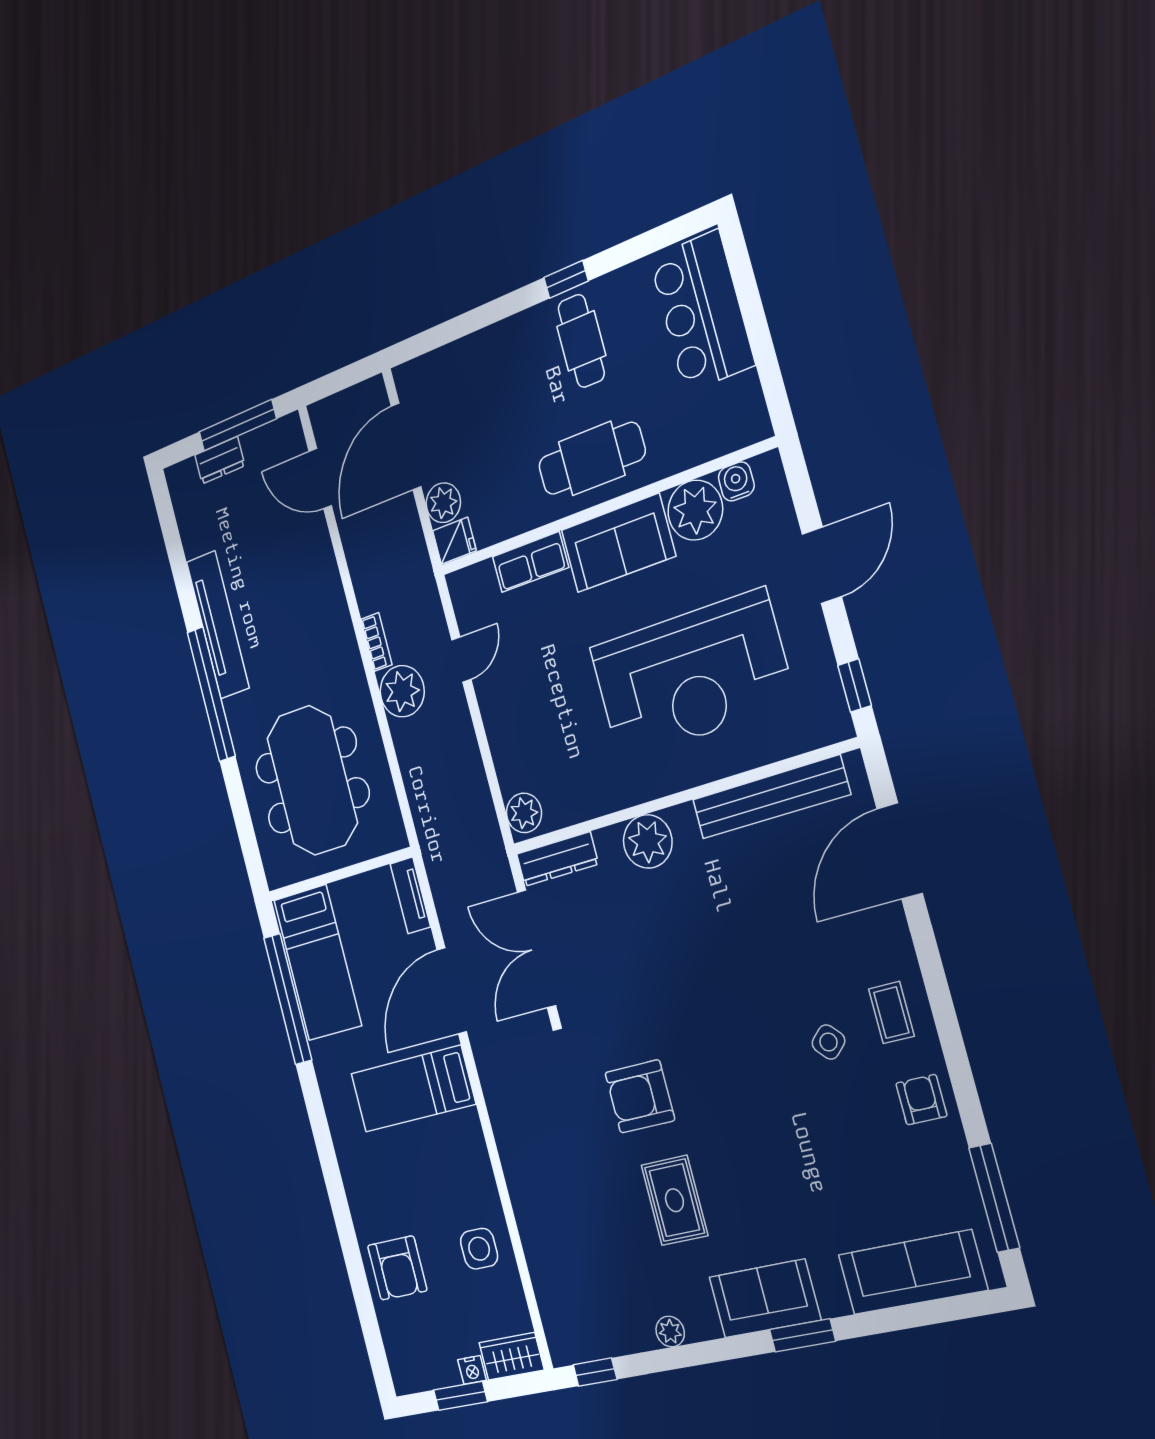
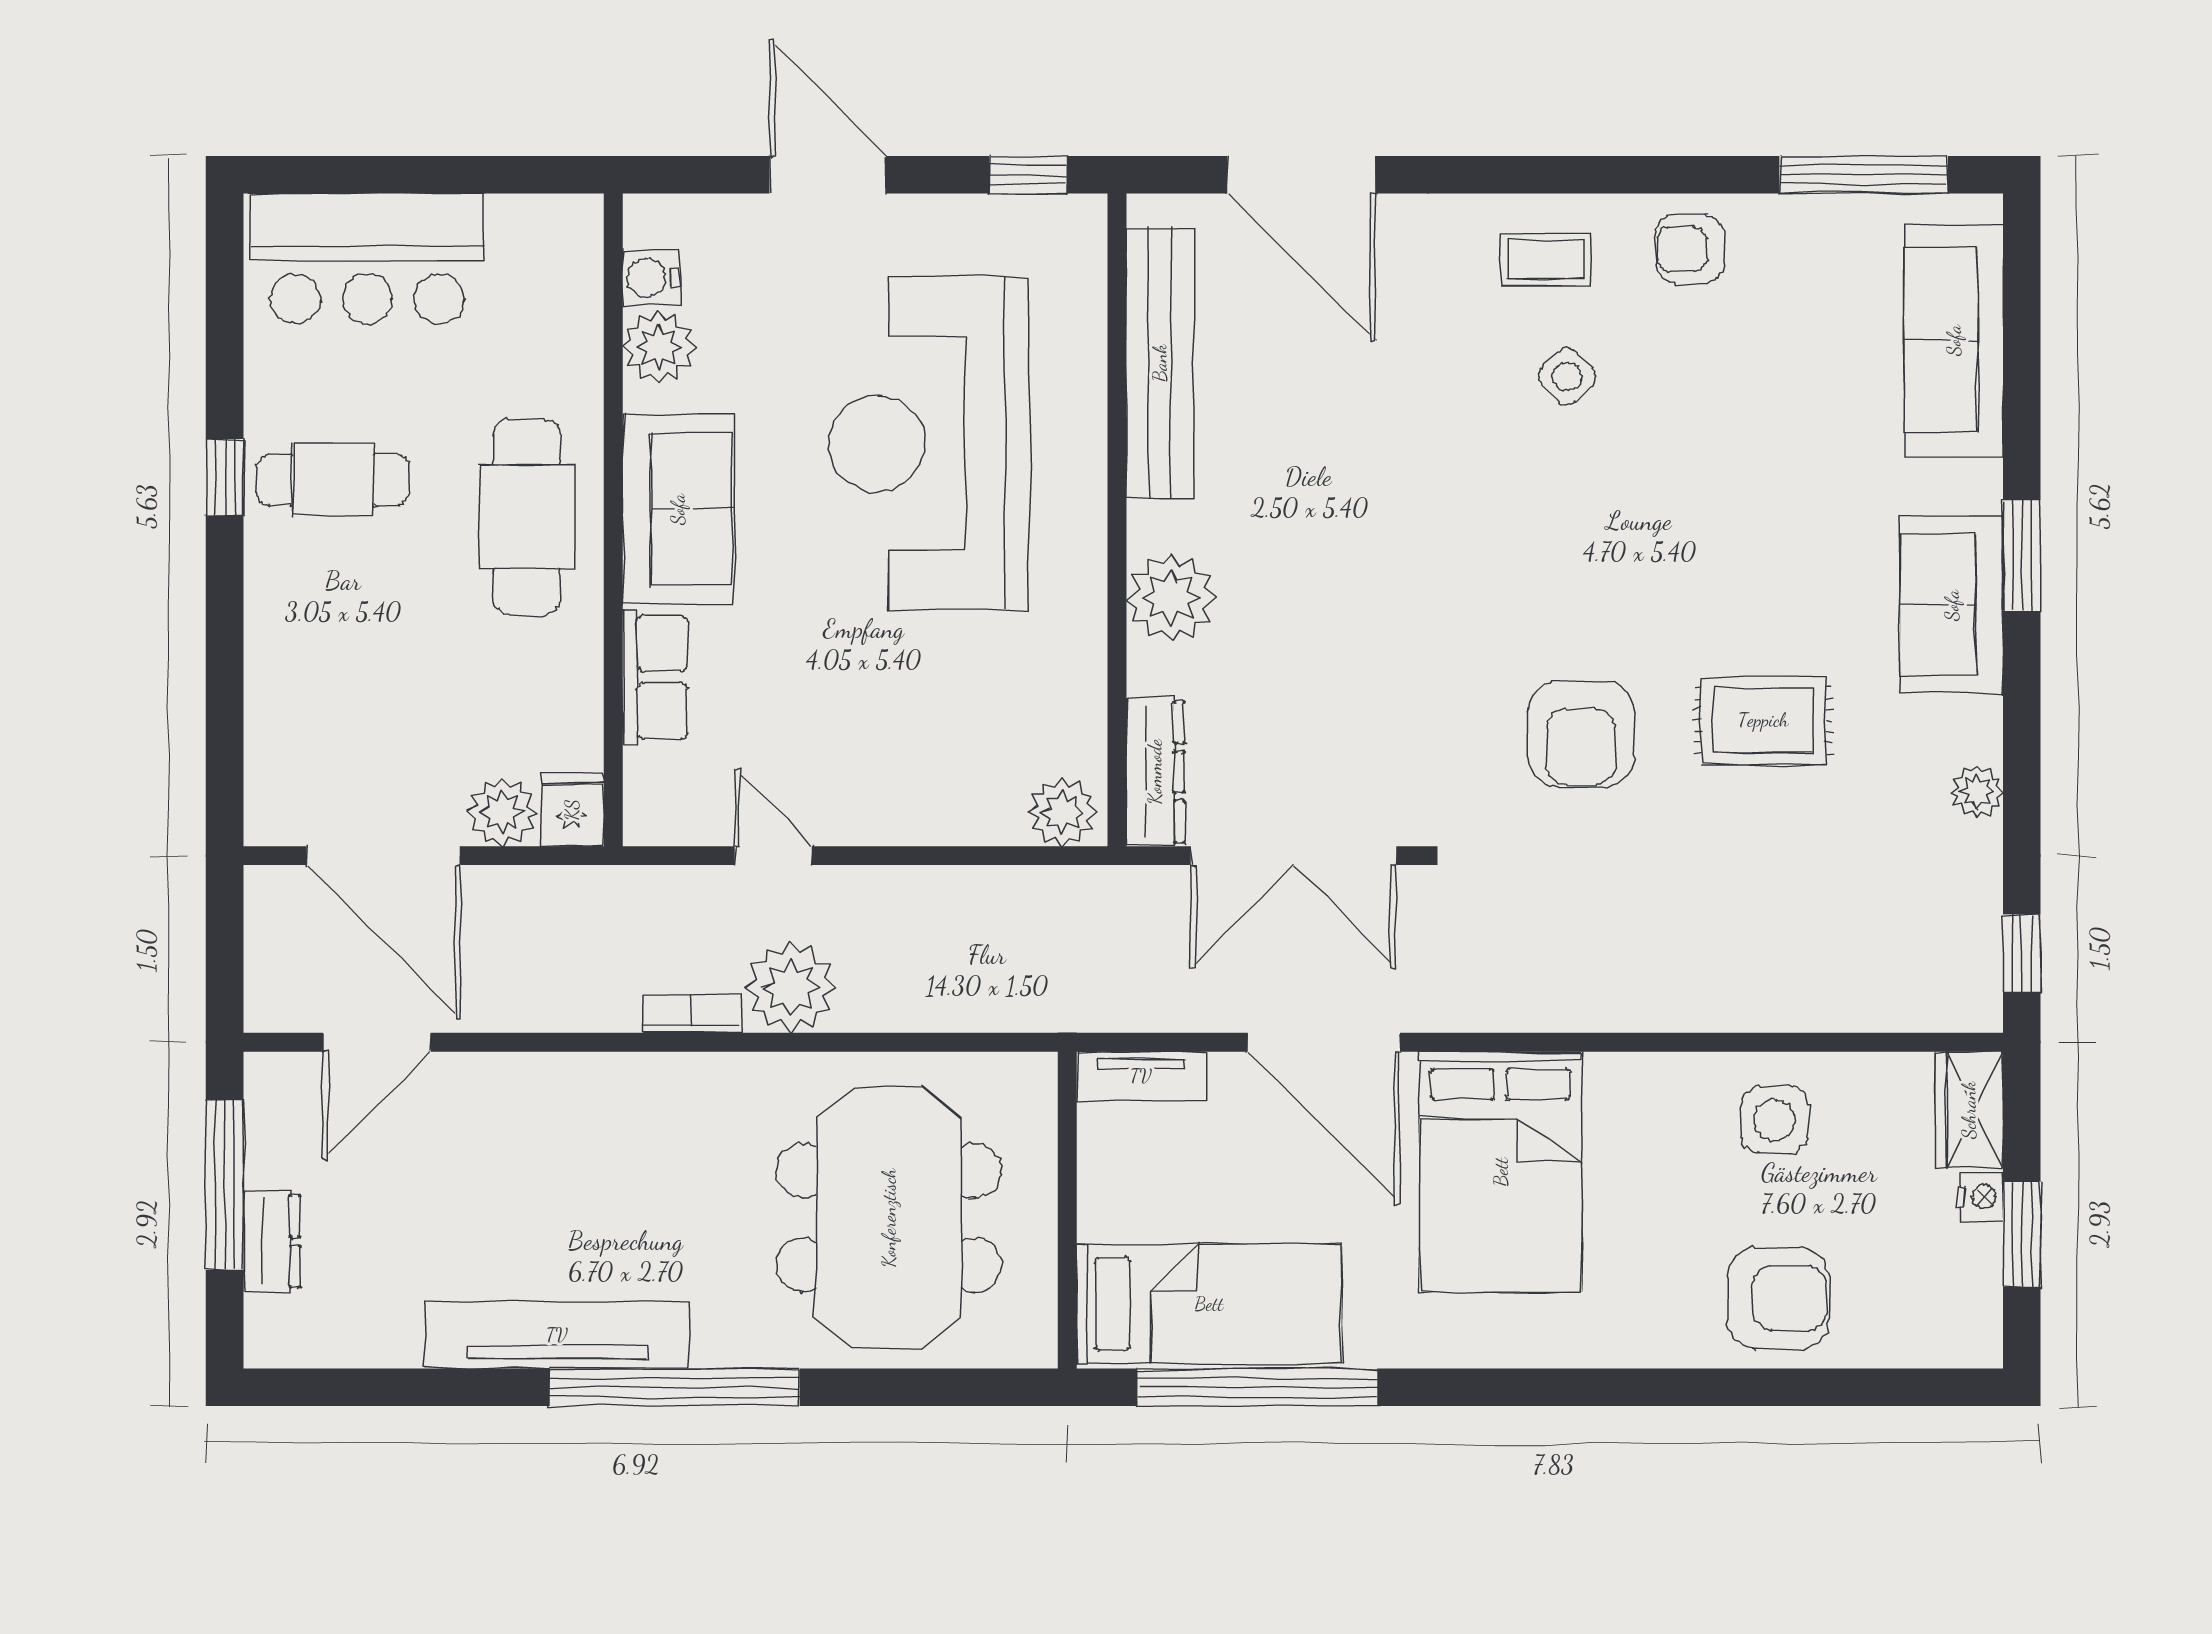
plant: (695, 510) -> (658, 347), width x0.73, depth x0.73
reception desk: (691, 675) -> (929, 443), turned 180
meeting table: (312, 780) -> (889, 1218), turned 90
bed: (413, 1089) -> (1501, 1172), width x1.50

